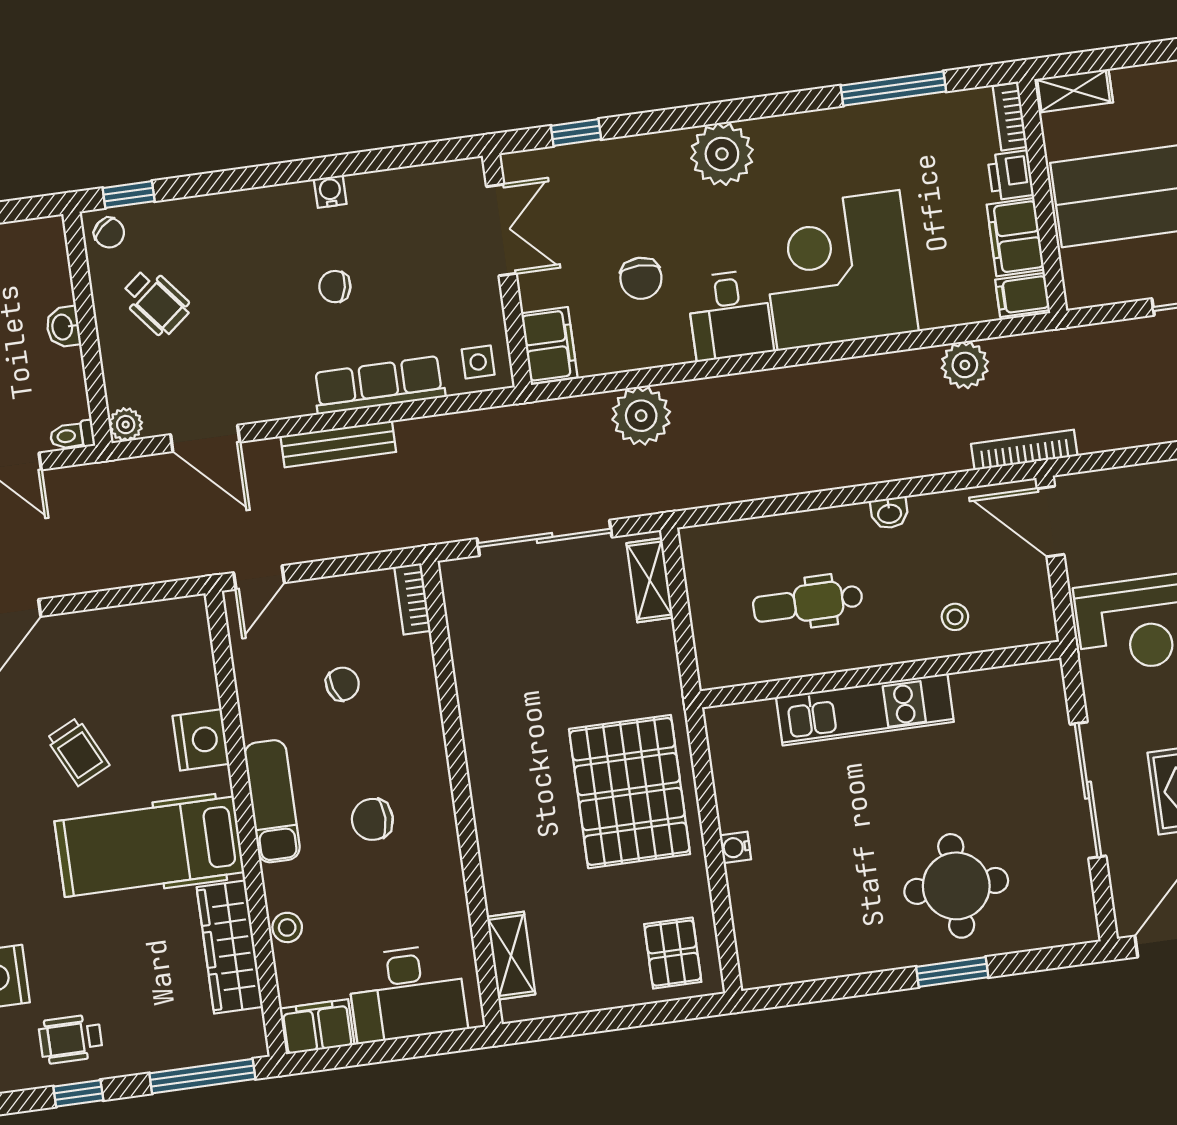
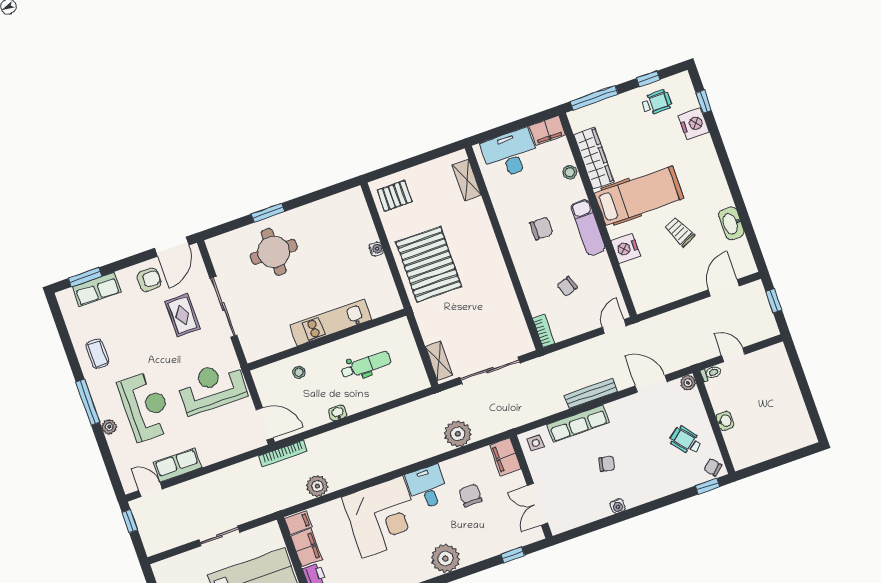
pallet: (673, 953) -> (395, 196), turned 90

